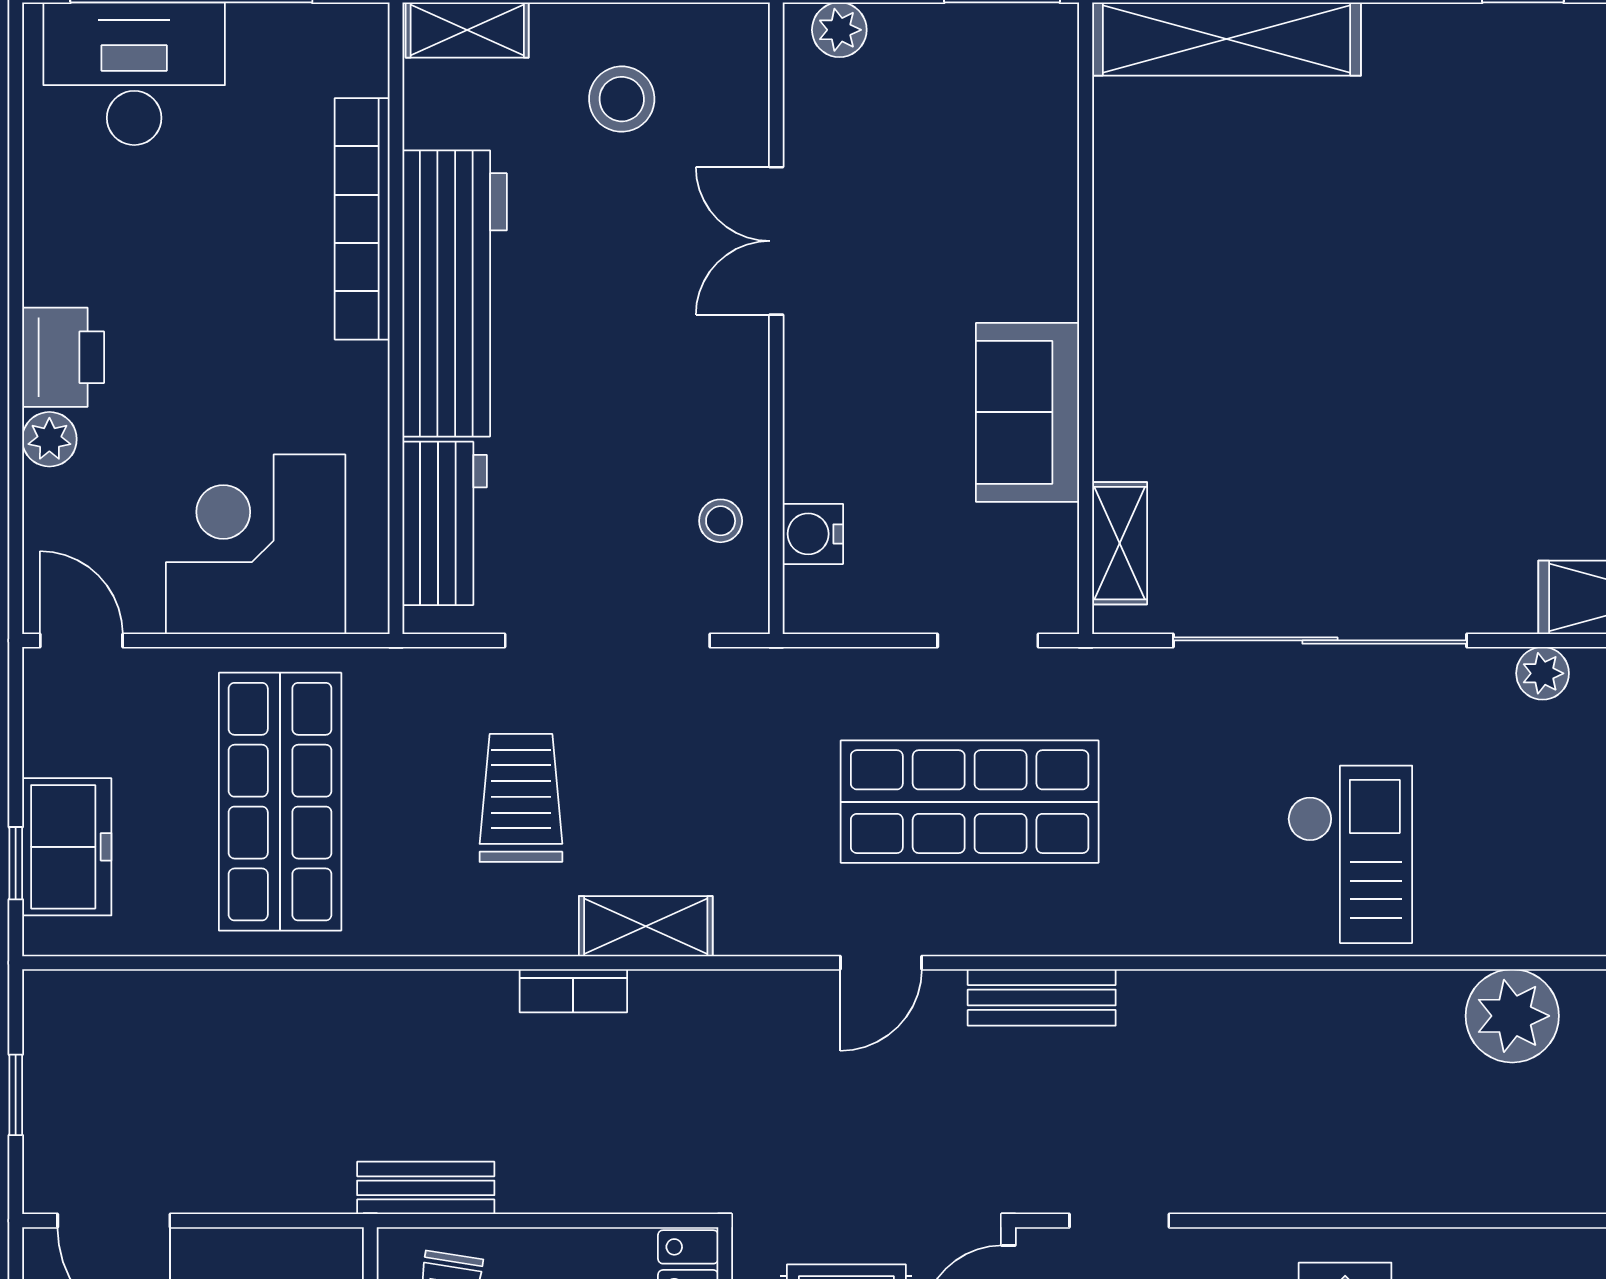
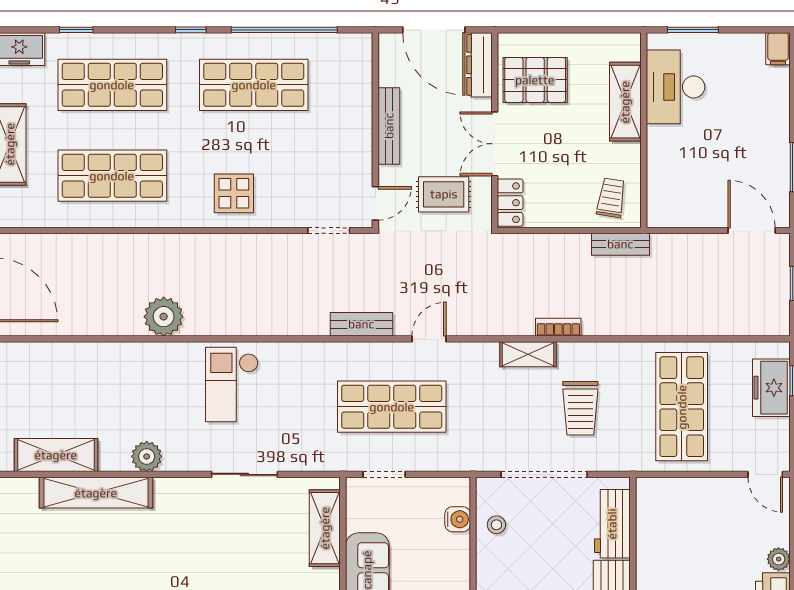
shelving: (1120, 543) -> (325, 528), width x1.50, depth x1.33
corner desk: (256, 544) -> (692, 515), removed
sliding door: (1320, 640) -> (244, 474), width x0.54
plant: (1543, 673) -> (147, 456), width x1.38, depth x1.38

